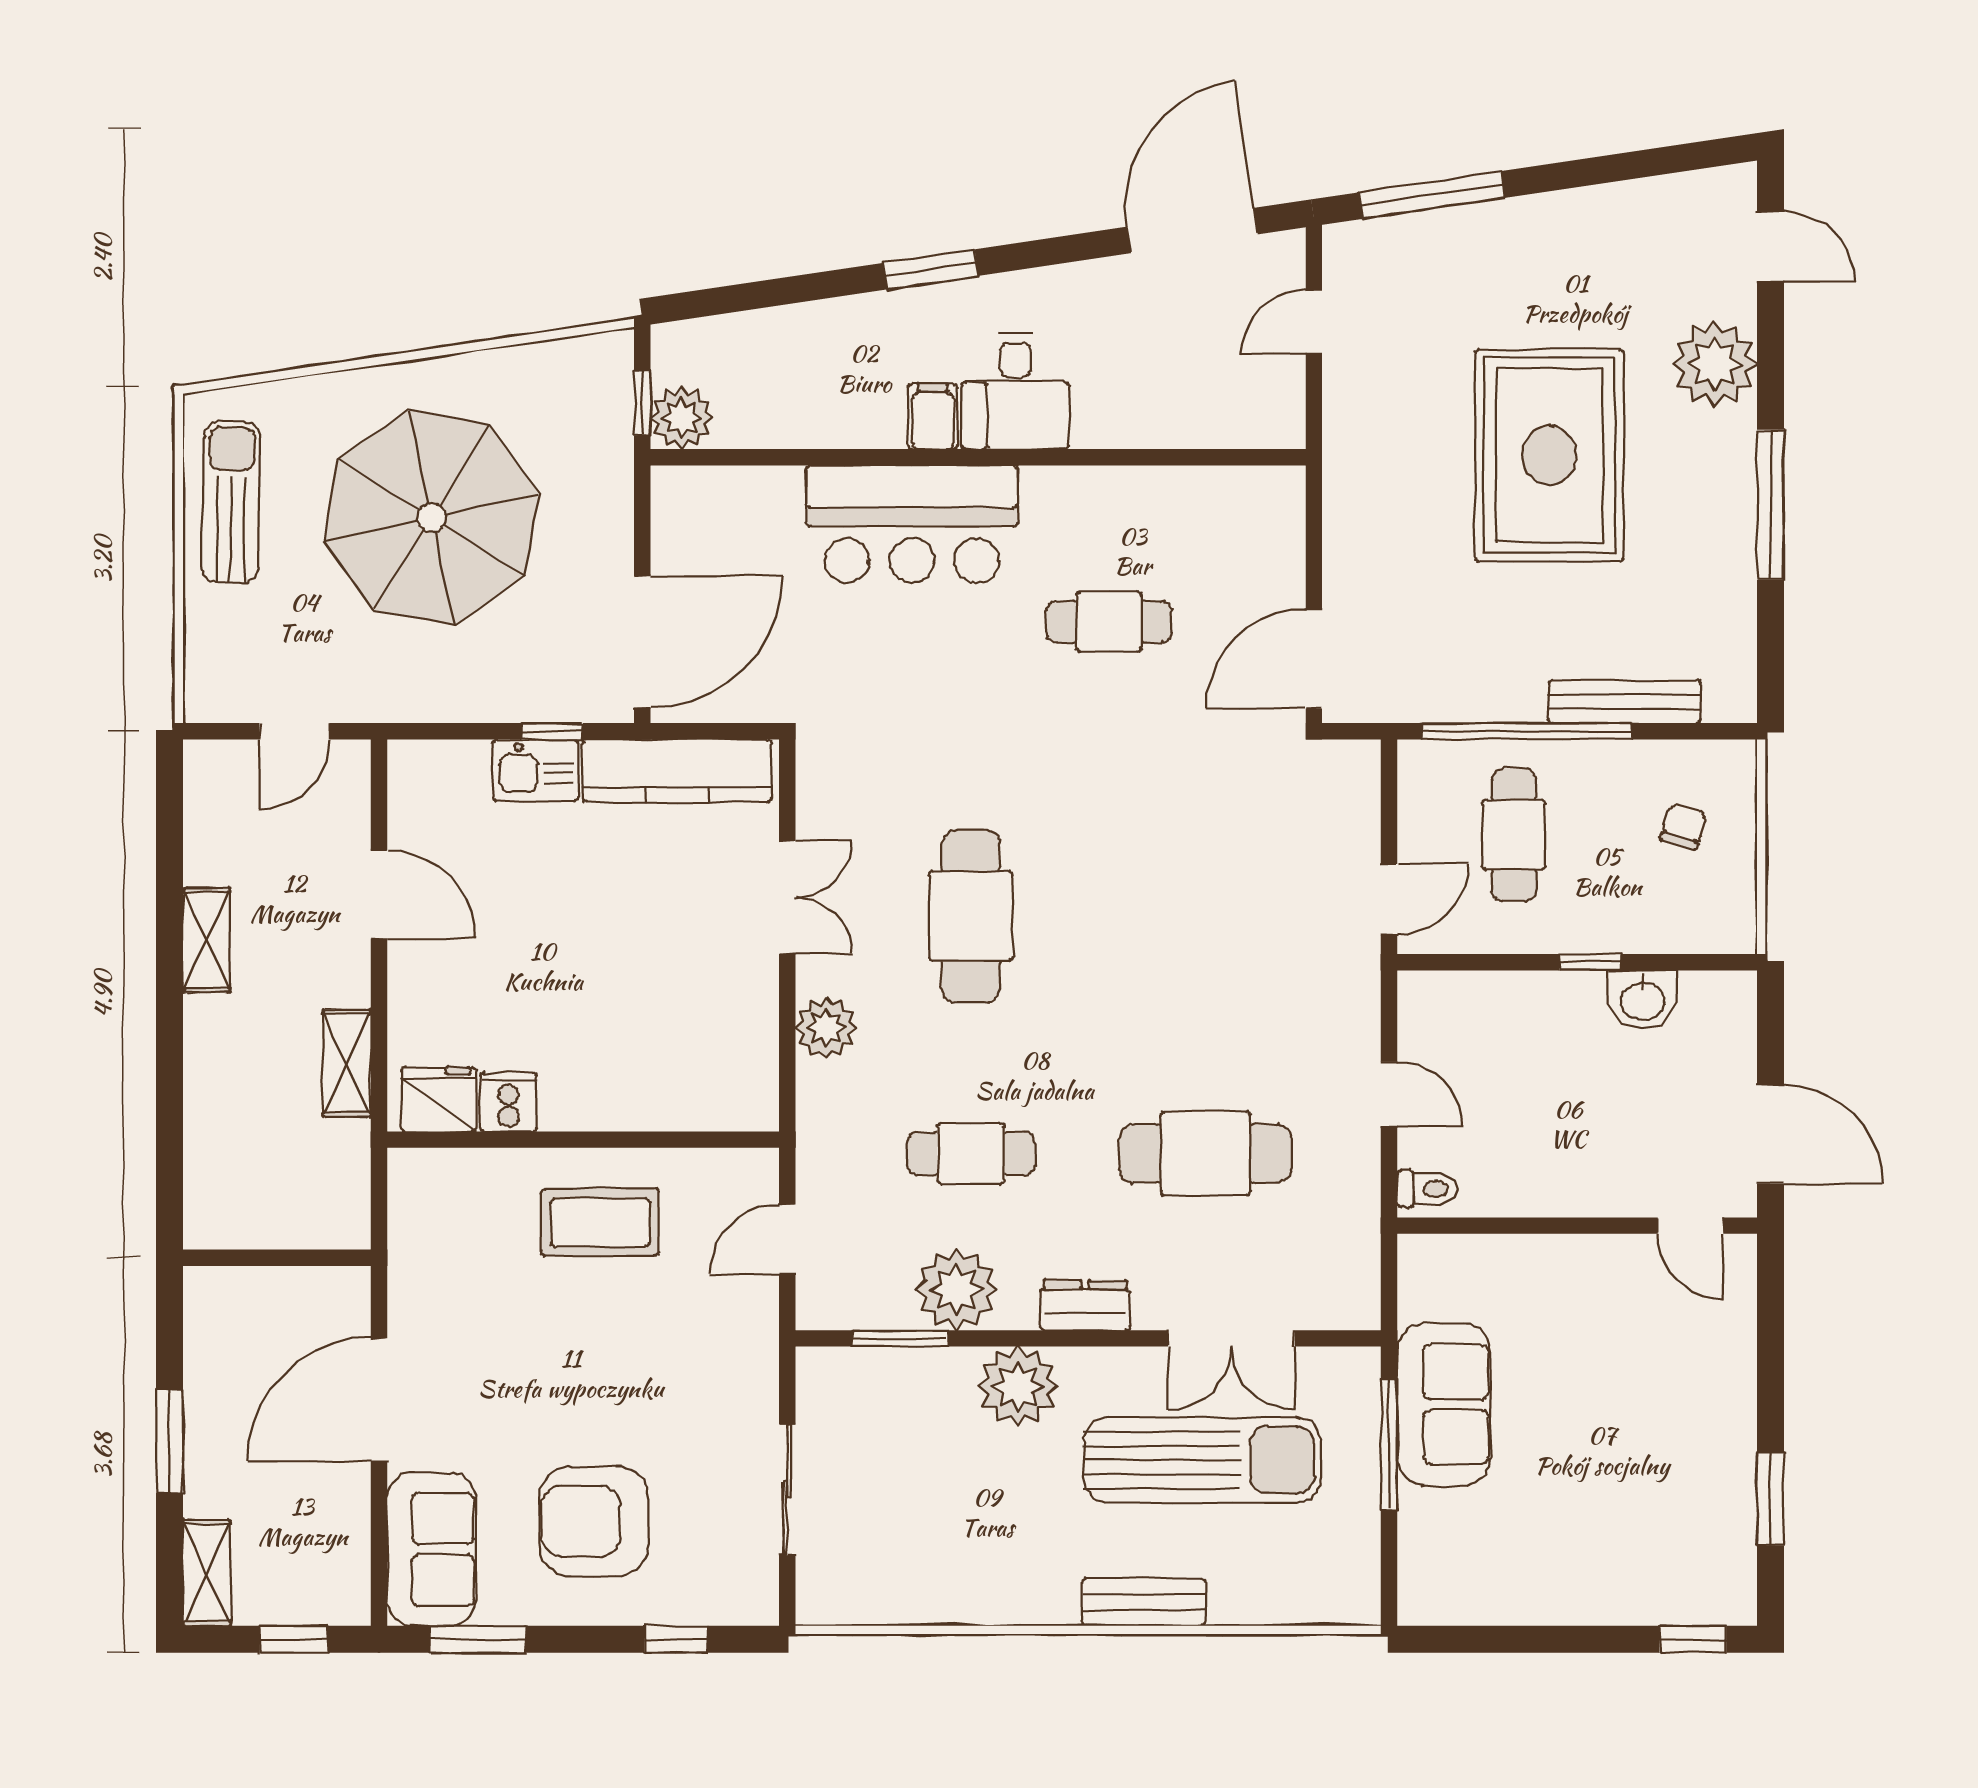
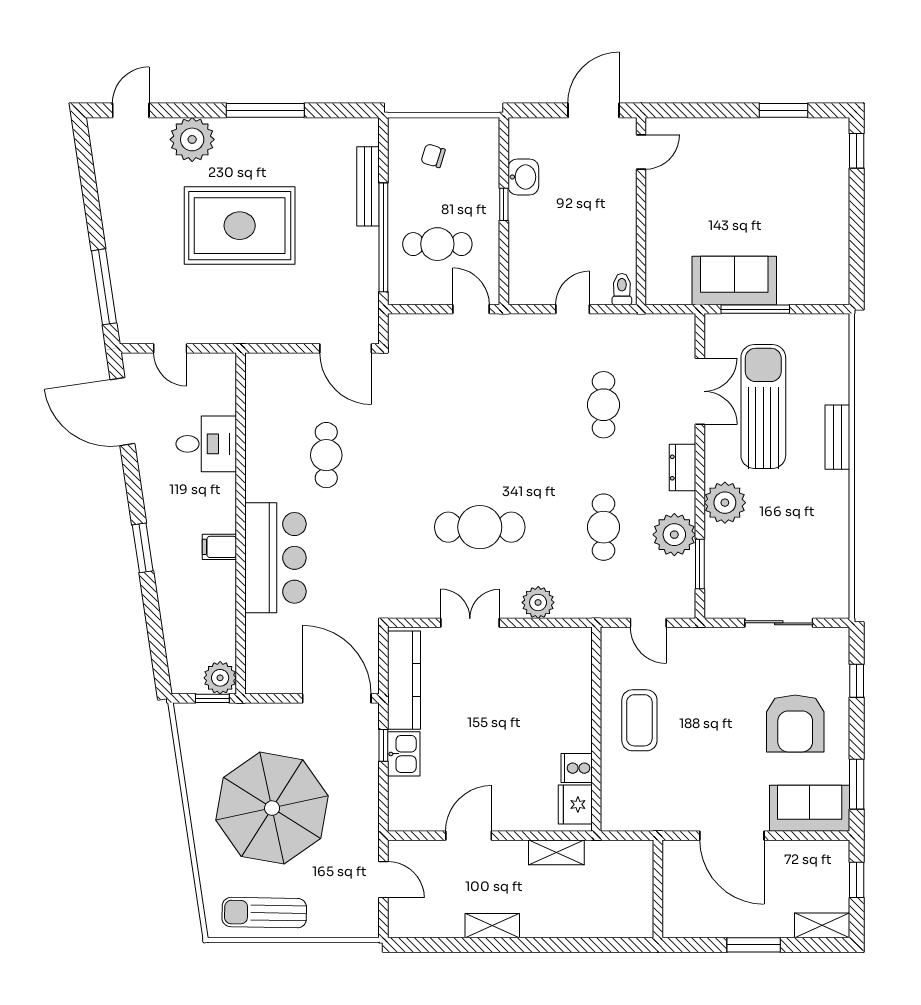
desk: (1015, 391) -> (206, 444), moved
cafe table: (1206, 1154) -> (604, 405), width x0.73, depth x0.74

